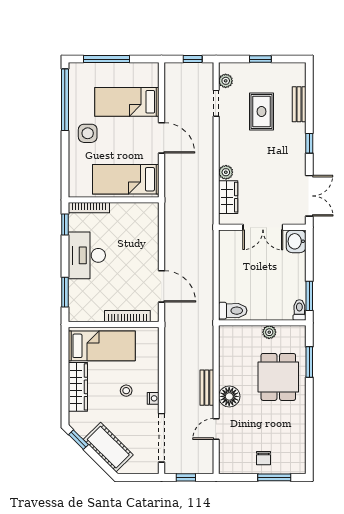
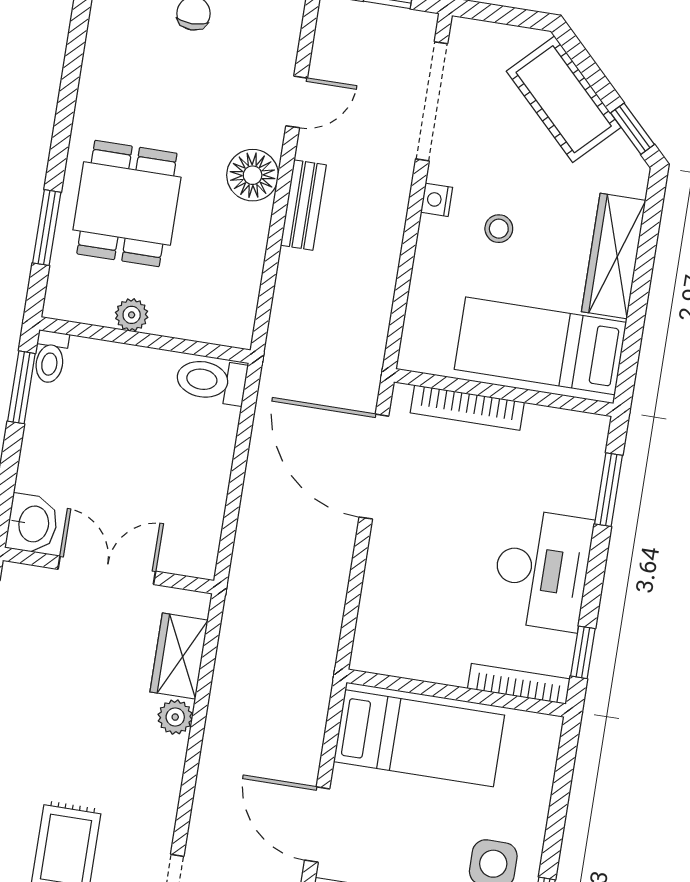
door: (161, 286) -> (374, 467), width x1.36

